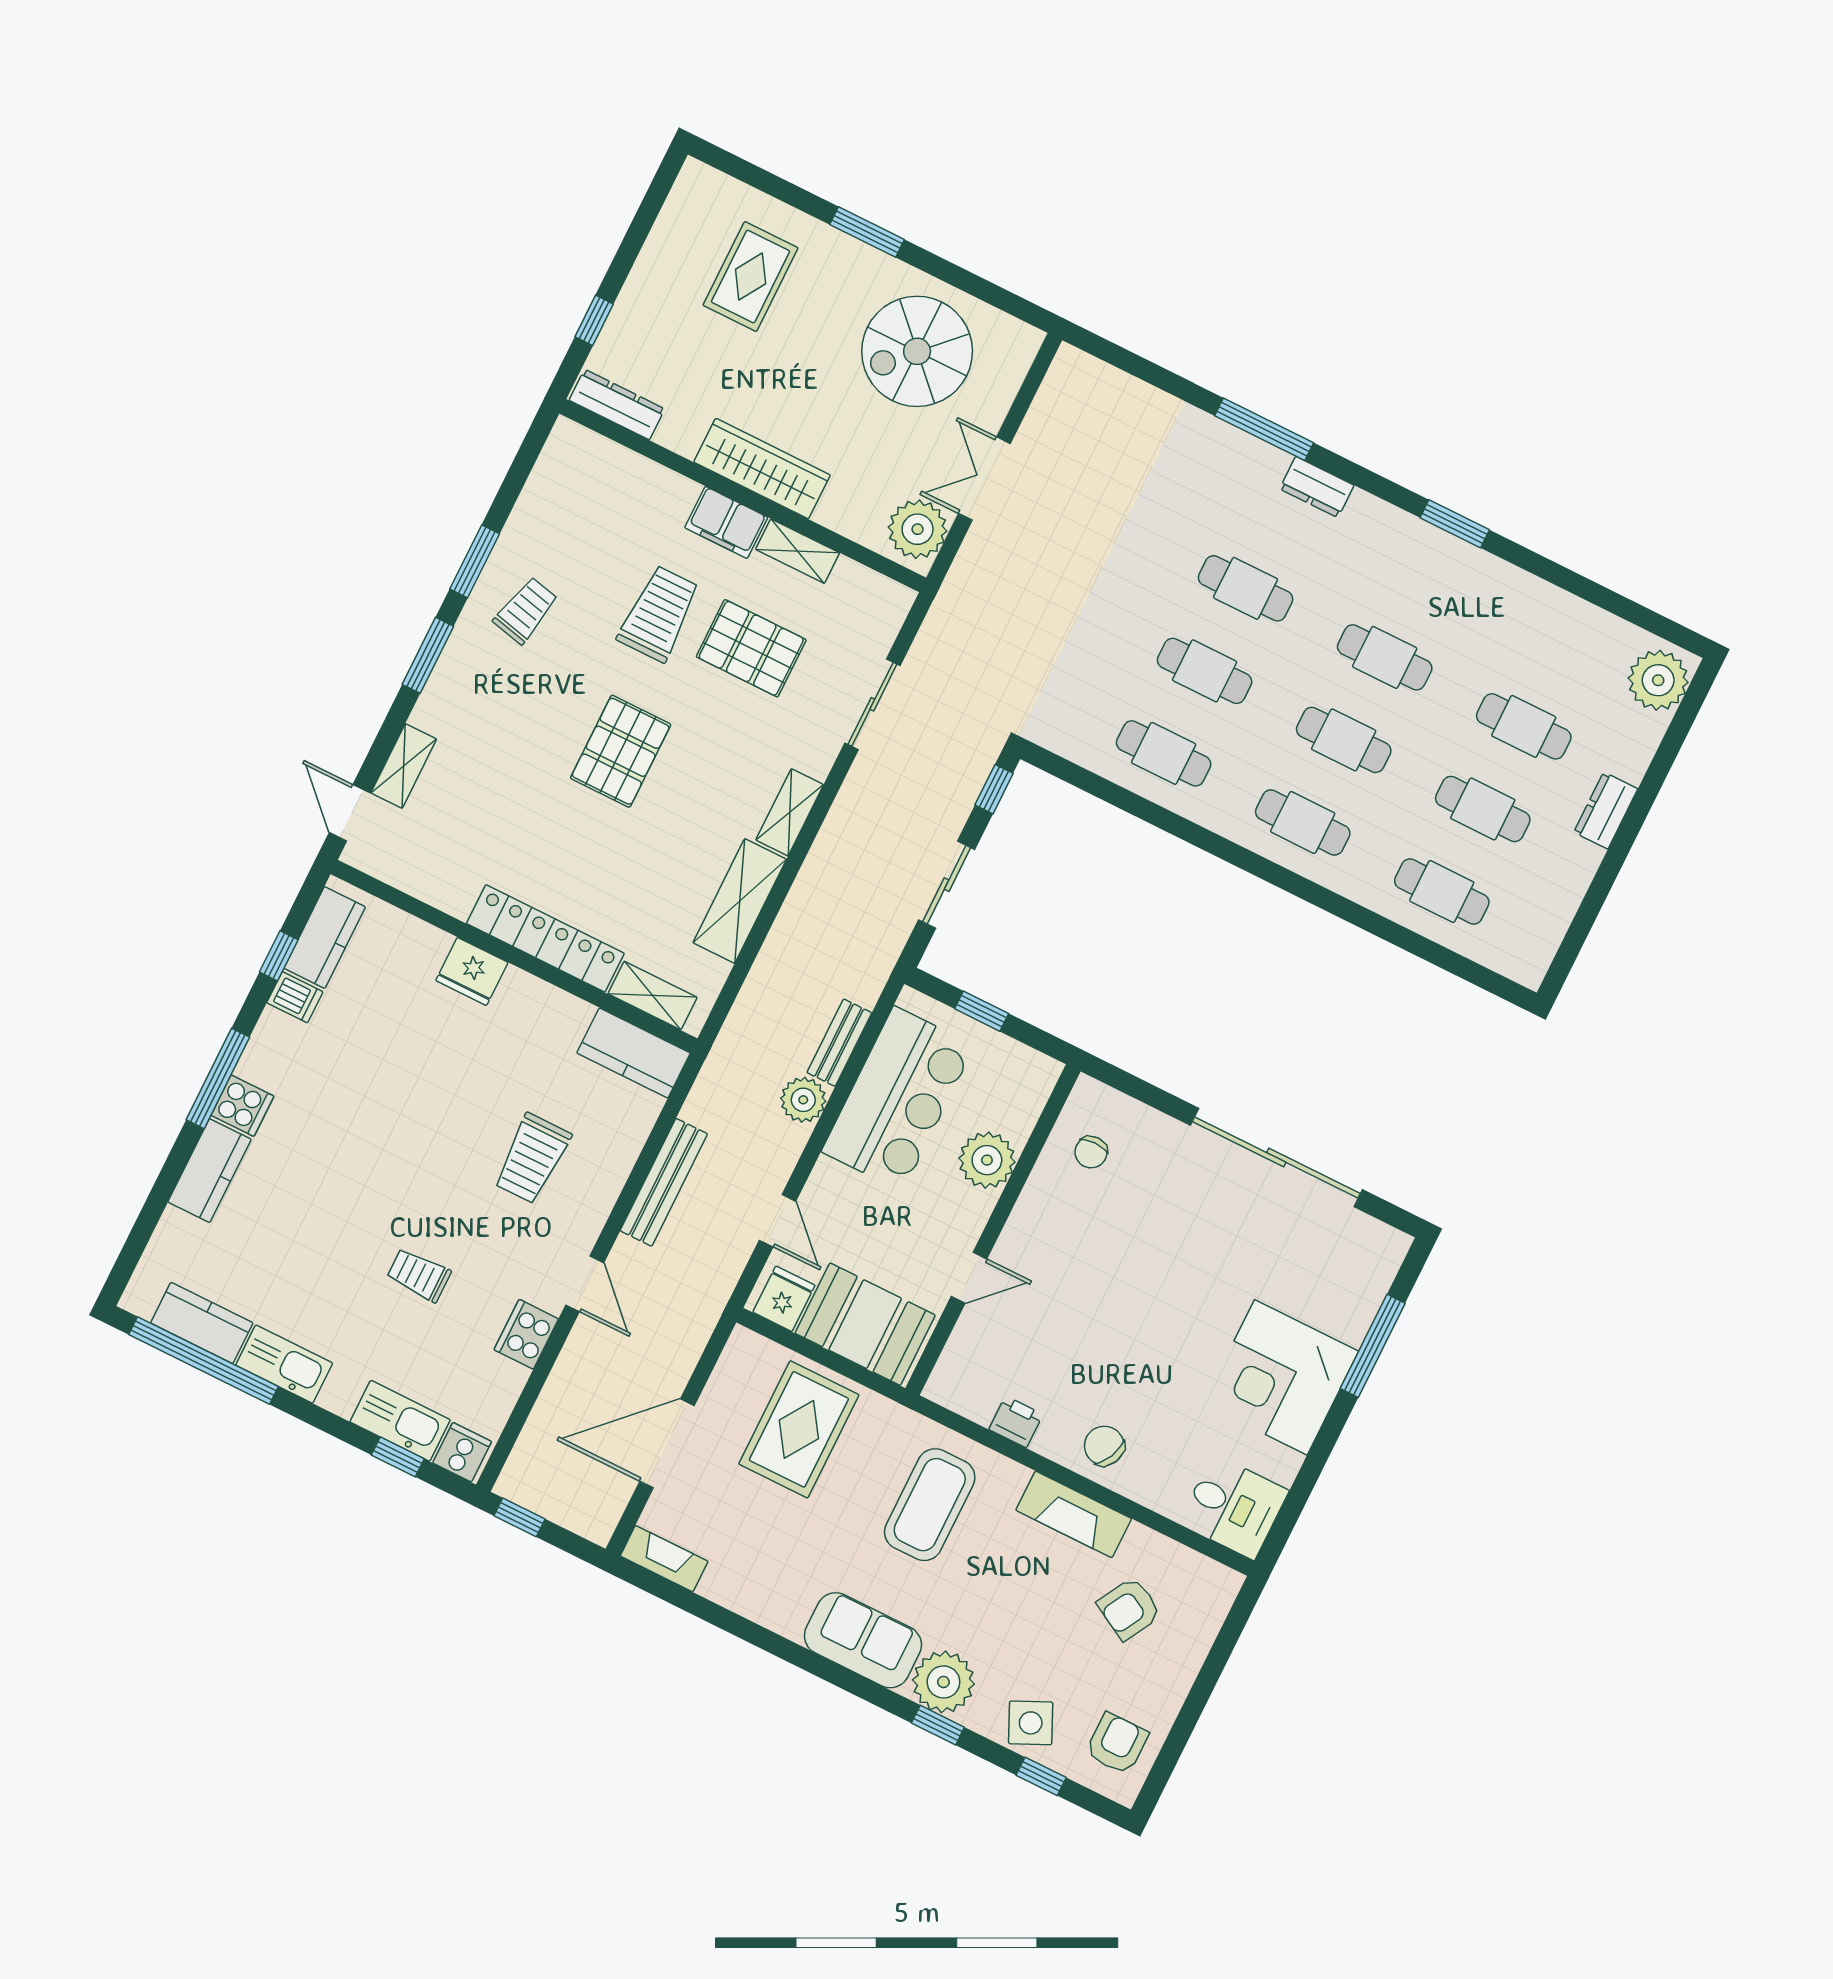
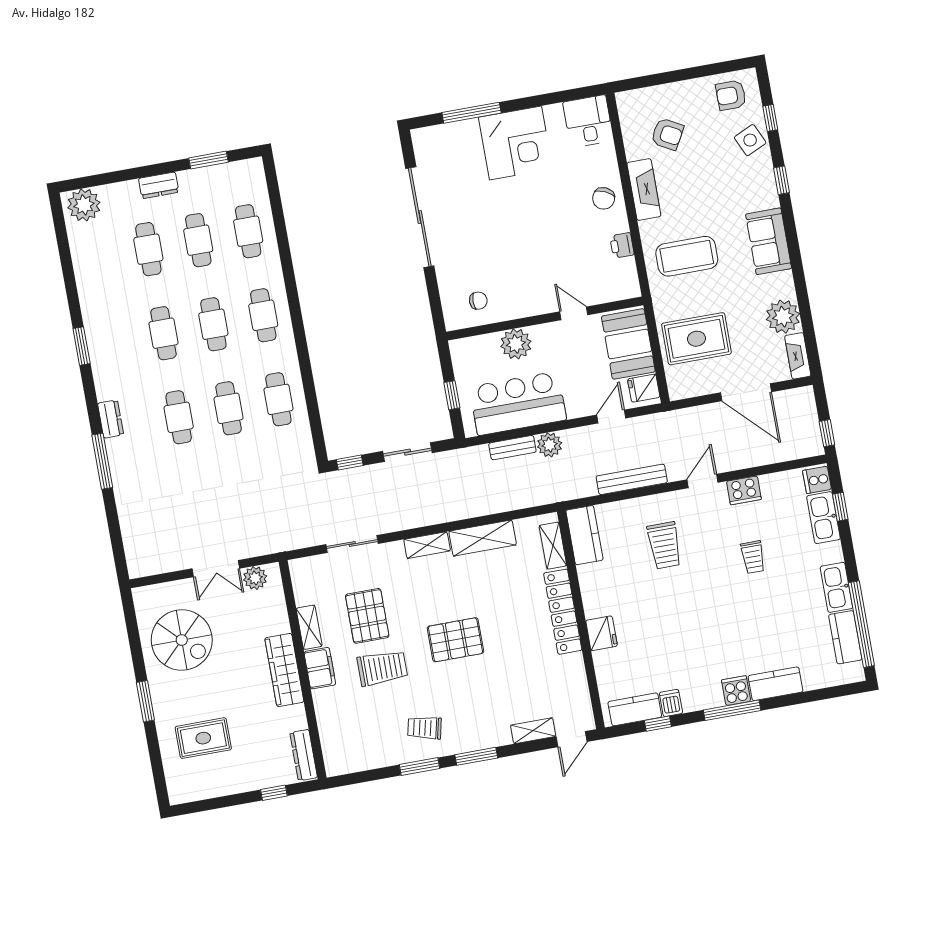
plant: (918, 529) -> (255, 578), width x0.73, depth x0.73
trolley: (659, 614) -> (382, 668), turned 180
window: (1589, 911) -> (209, 160), added
trolley: (532, 1159) -> (664, 545), turned 90
plant: (943, 1682) -> (783, 317), moved

